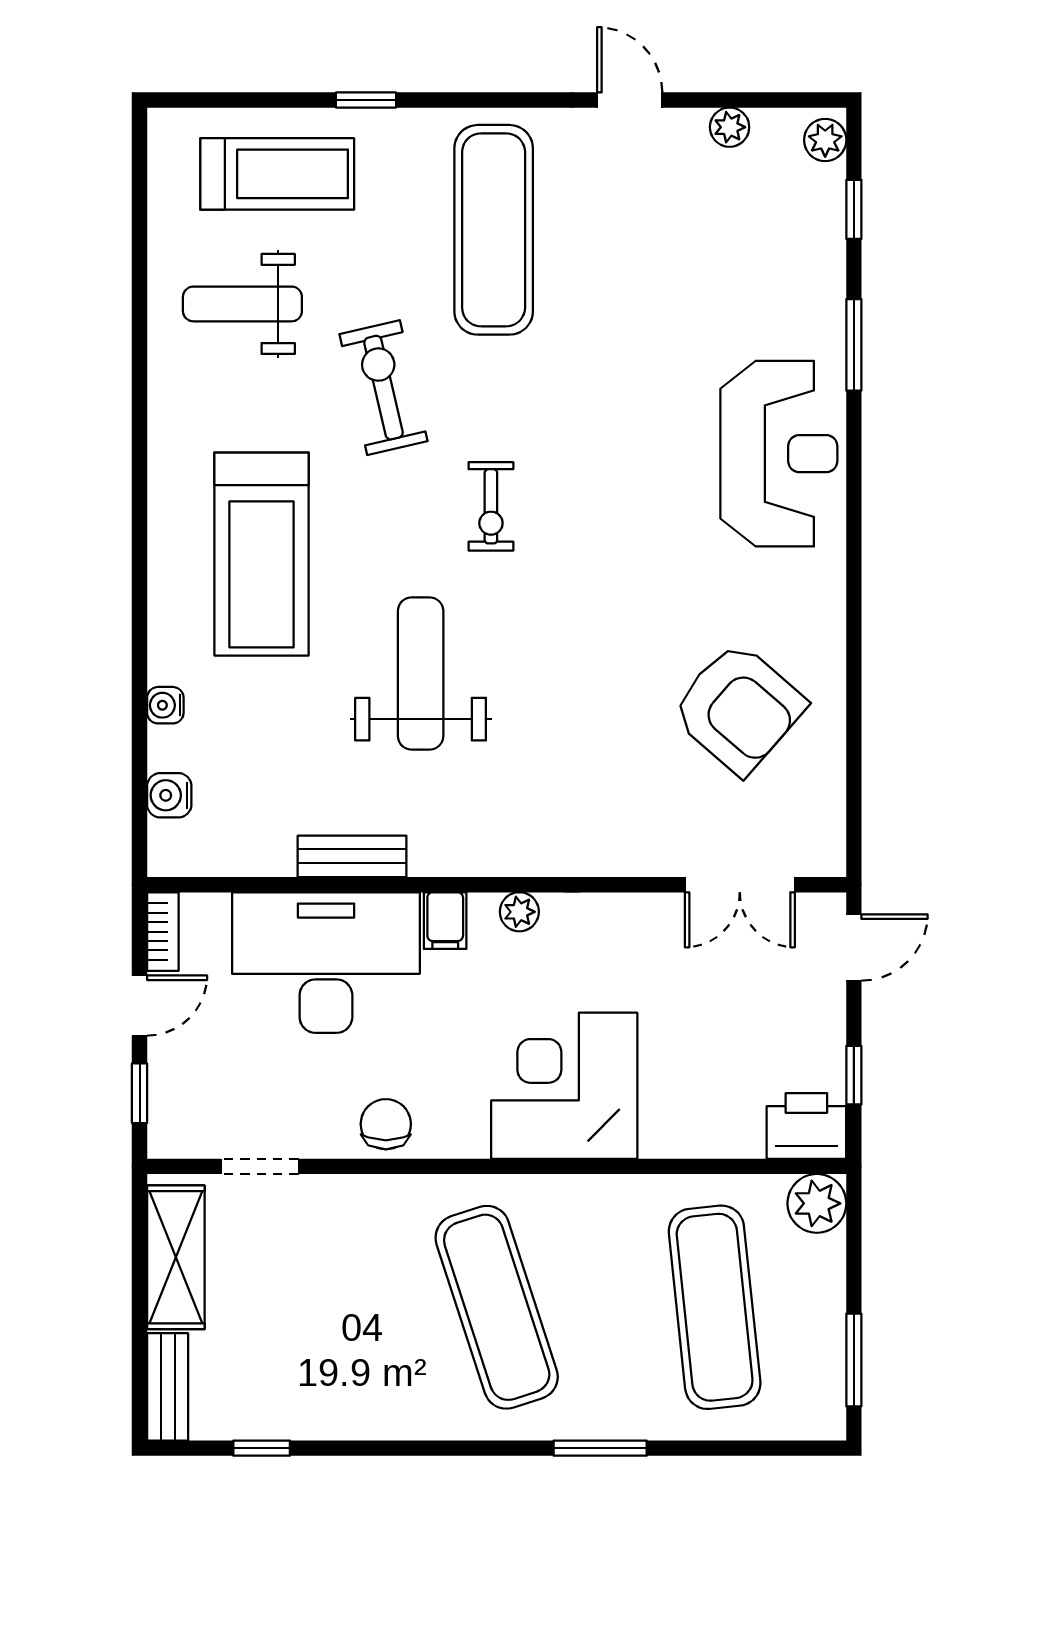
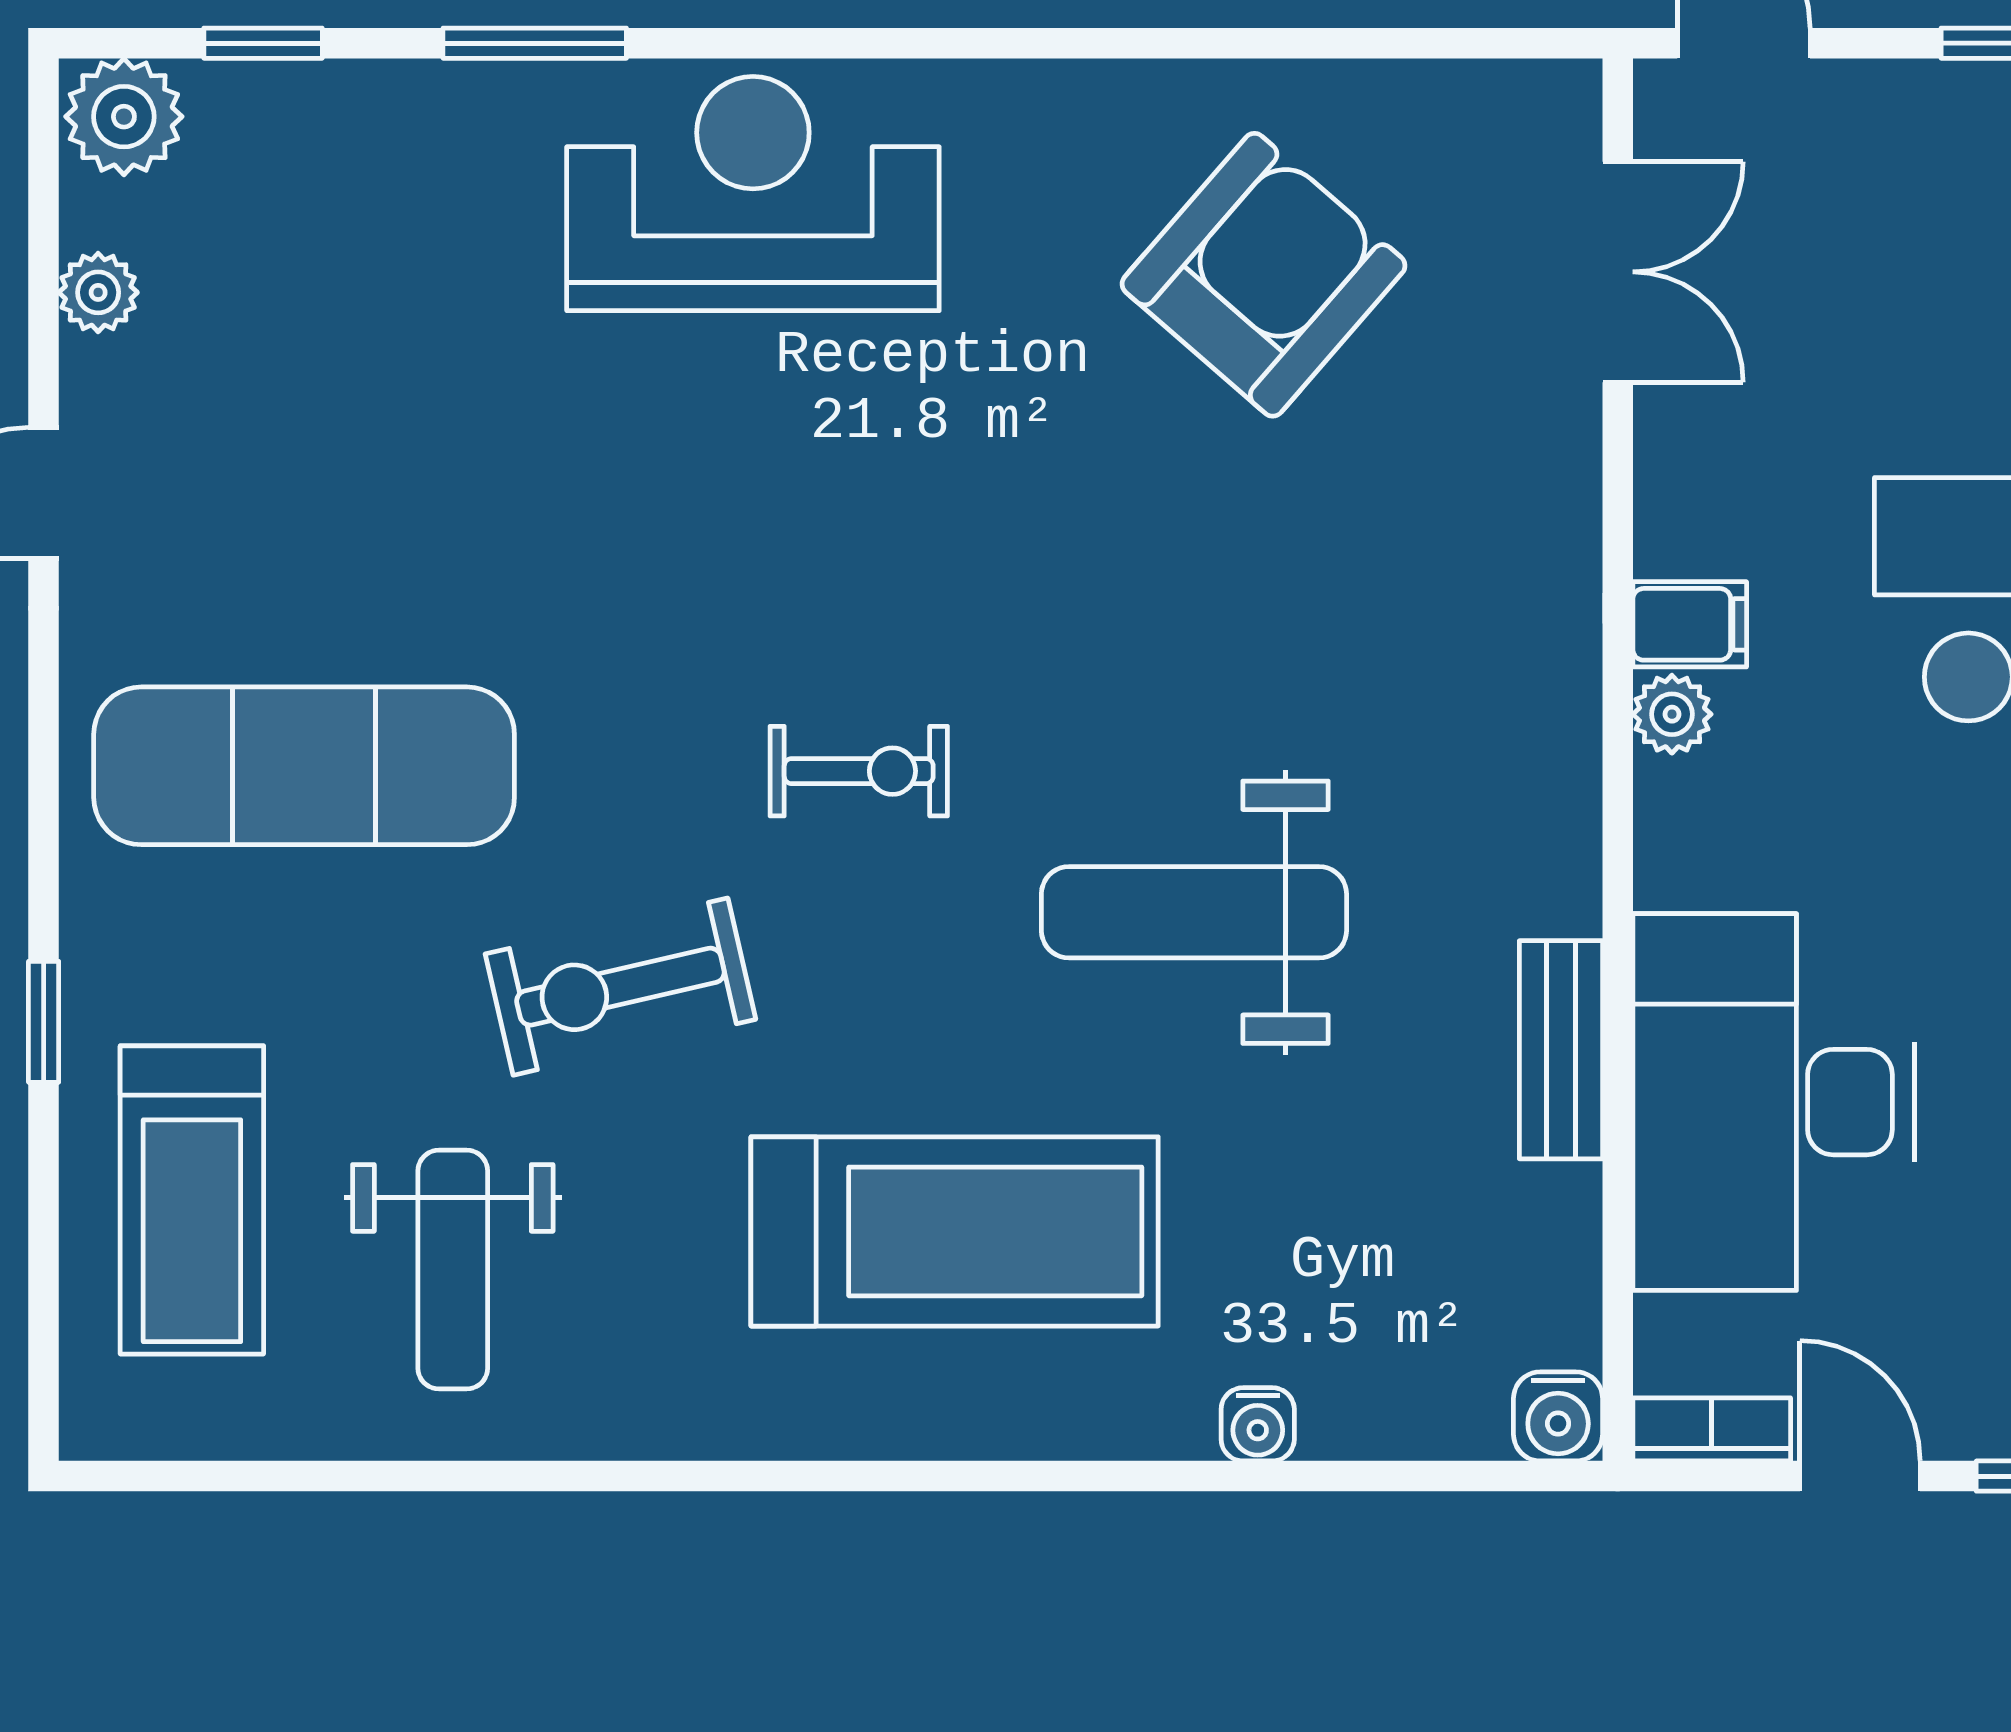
plant: (825, 140) -> (124, 117), width x1.38, depth x1.38
treadmill: (277, 174) -> (192, 1200), turned 180
water cooler: (169, 795) -> (1558, 1416), moved
filing cabinet: (445, 921) -> (1690, 624), moved

